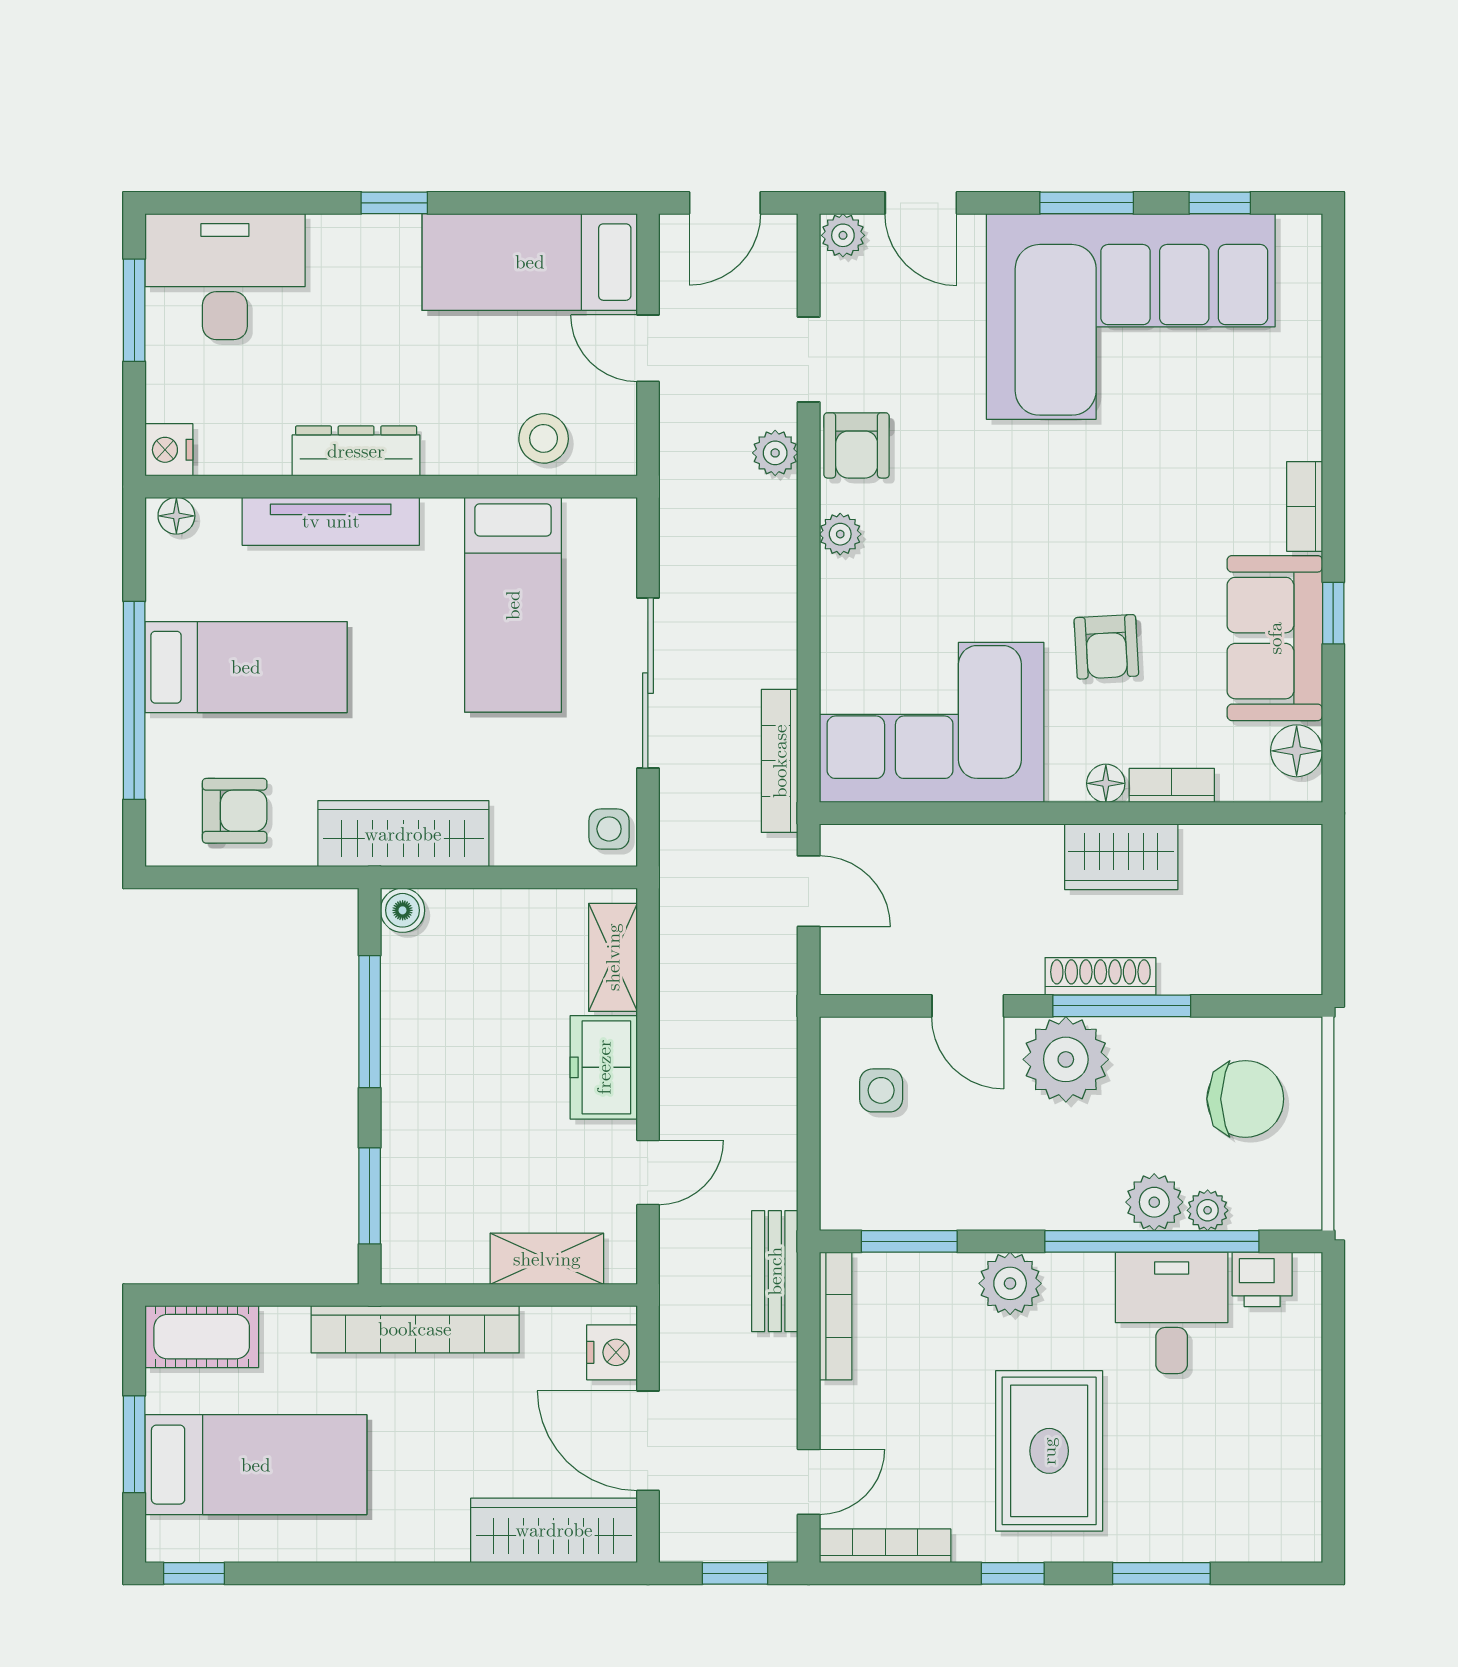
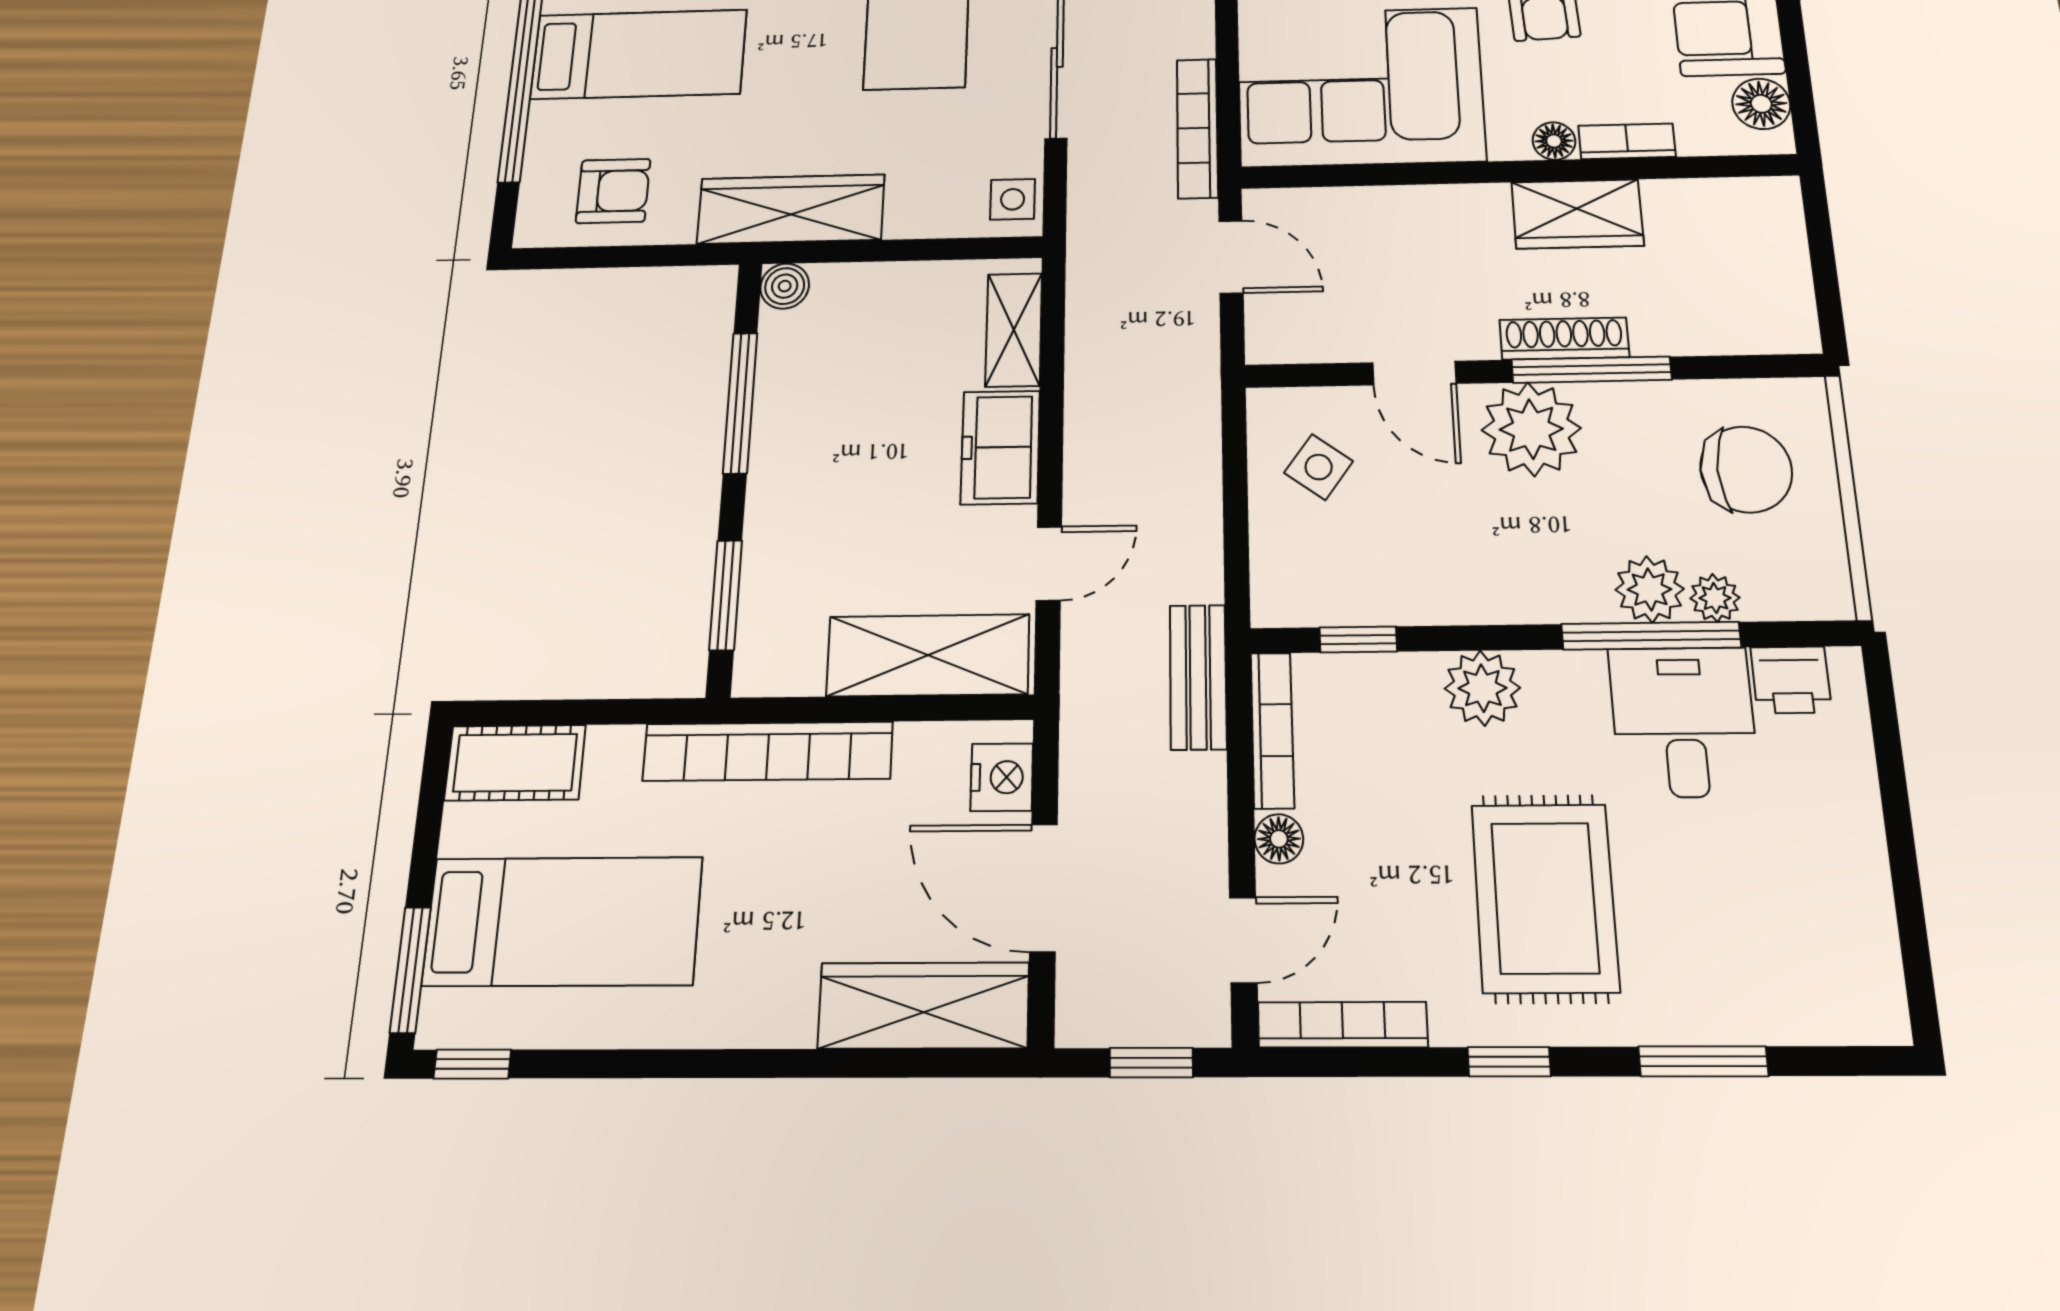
side table: (881, 1090) -> (1319, 467), turned 36
window: (909, 1241) -> (1358, 639), width x0.67
window: (1152, 1241) -> (1651, 636), width x0.68
shelving: (547, 1259) -> (928, 655), width x1.50, depth x1.33
floor lamp: (839, 1404) -> (1279, 839), added
window: (134, 1444) -> (410, 970), moved

